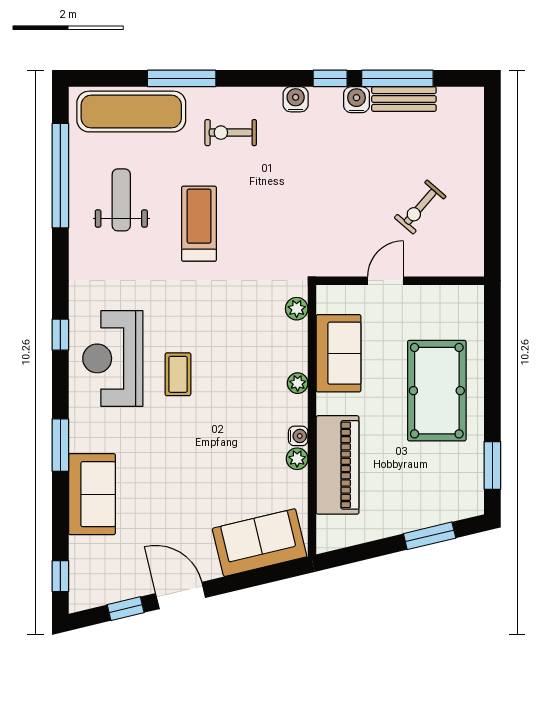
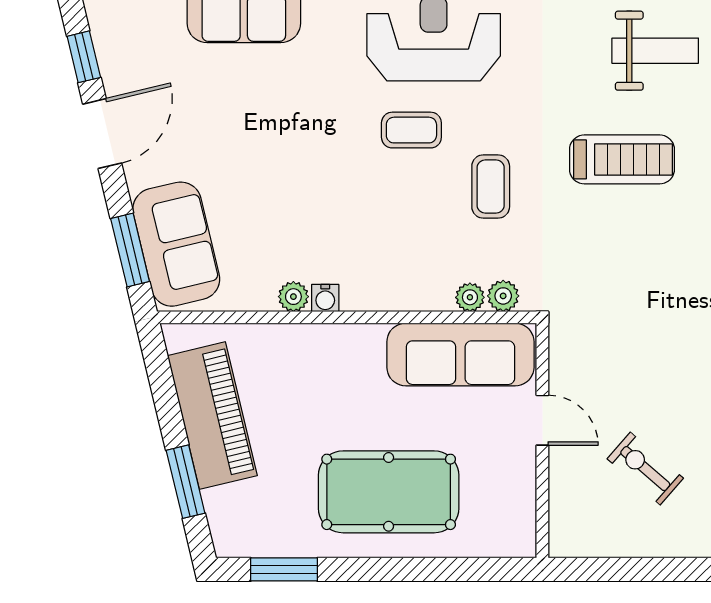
coffee table: (218, 318) -> (491, 187), added
sofa: (339, 353) -> (460, 355), width x1.36
plant: (298, 383) -> (470, 297), moved
piano: (338, 465) -> (212, 416), moved, turned -103
window: (264, 576) -> (130, 250), added

